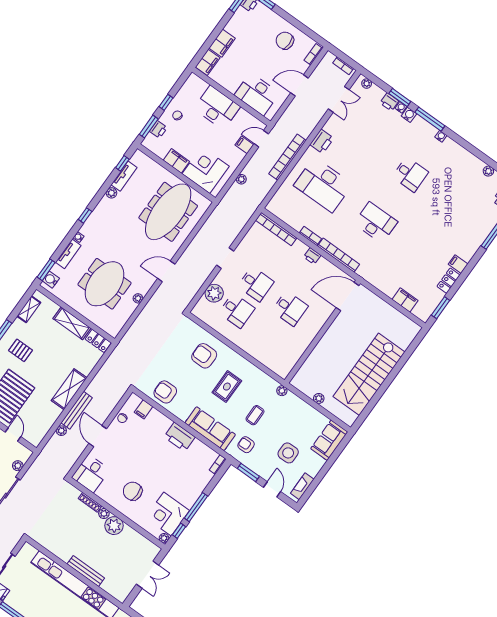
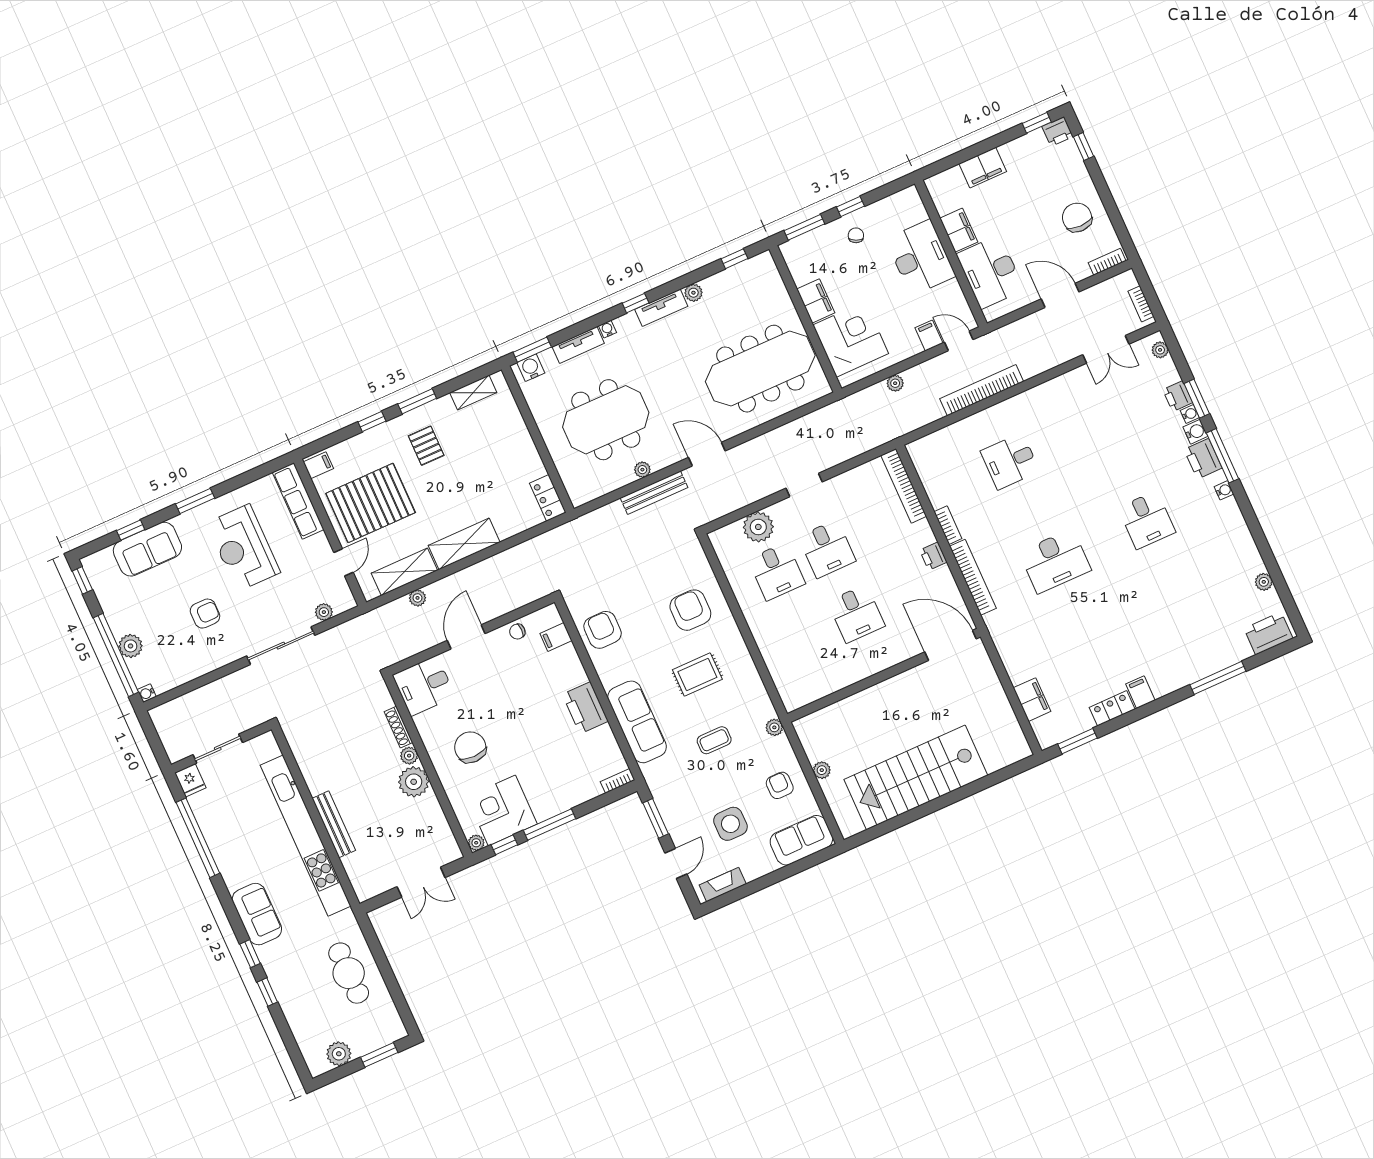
filing cabinet: (208, 62) -> (959, 230), moved, turned -90
printer: (158, 129) -> (816, 240), removed
printer: (322, 141) -> (1203, 459), moved, turned 90
tv unit: (124, 176) -> (661, 308), moved
desk: (323, 185) -> (1010, 461), width x0.53, depth x0.77
desk: (376, 223) -> (1055, 561), turned 90
shelving: (72, 323) -> (404, 572), moved, turned 90
bench: (77, 410) -> (654, 493), moved
armchair: (246, 445) -> (780, 785), moved

